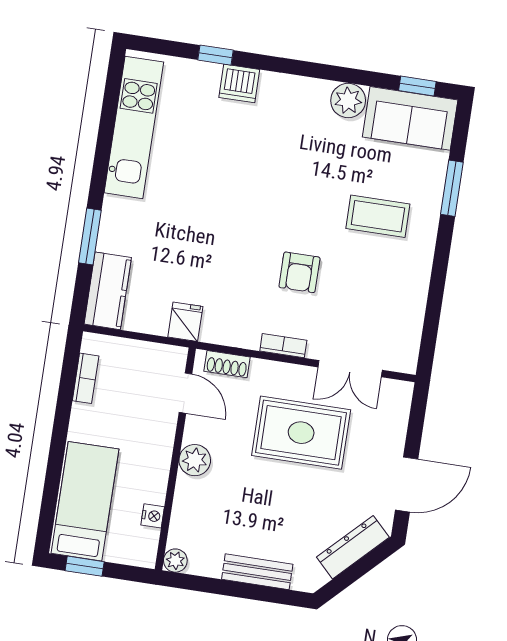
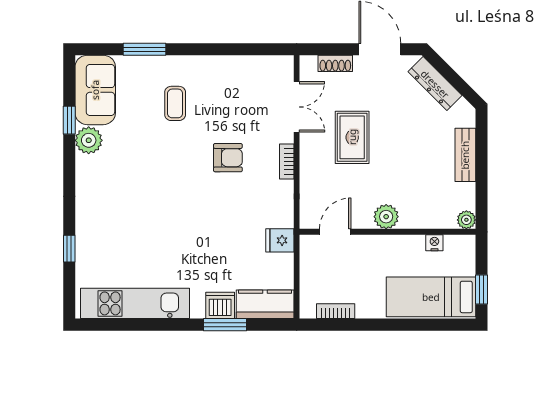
dishwasher: (239, 83) -> (220, 305), moved, turned -90
window: (417, 86) -> (69, 120), moved
coffee table: (378, 216) -> (175, 103), width x0.73, depth x0.77
shoe rack: (227, 364) -> (335, 63), moved, turned 90
rug: (301, 433) -> (352, 137), width x0.73, depth x0.70

